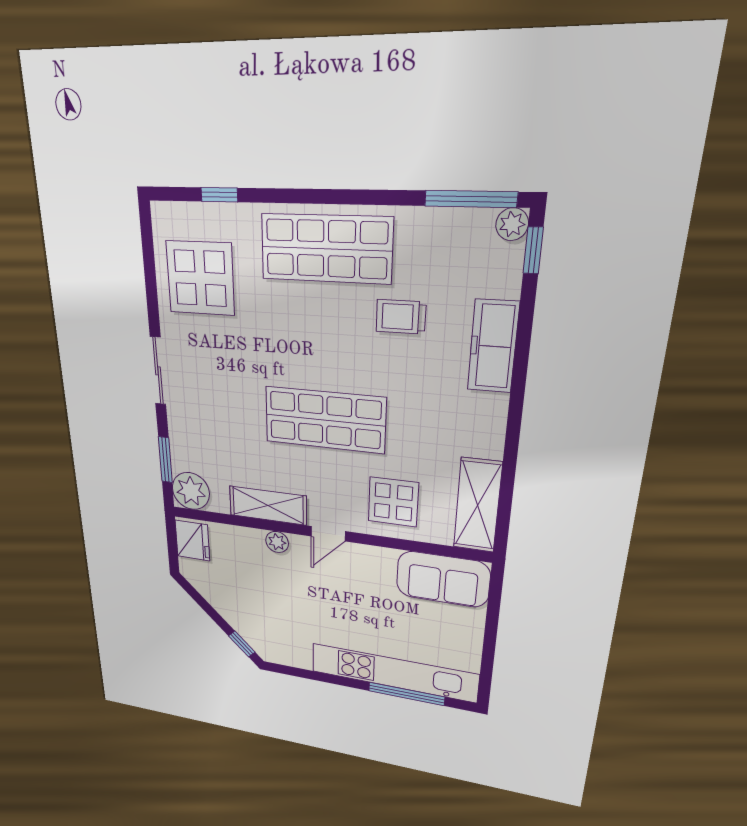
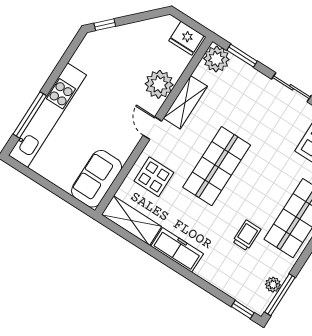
plant: (512, 224) -> (273, 285), moved
freezer: (493, 346) -> (177, 250), moved
plant: (277, 542) -> (159, 84), width x1.88, depth x1.88

